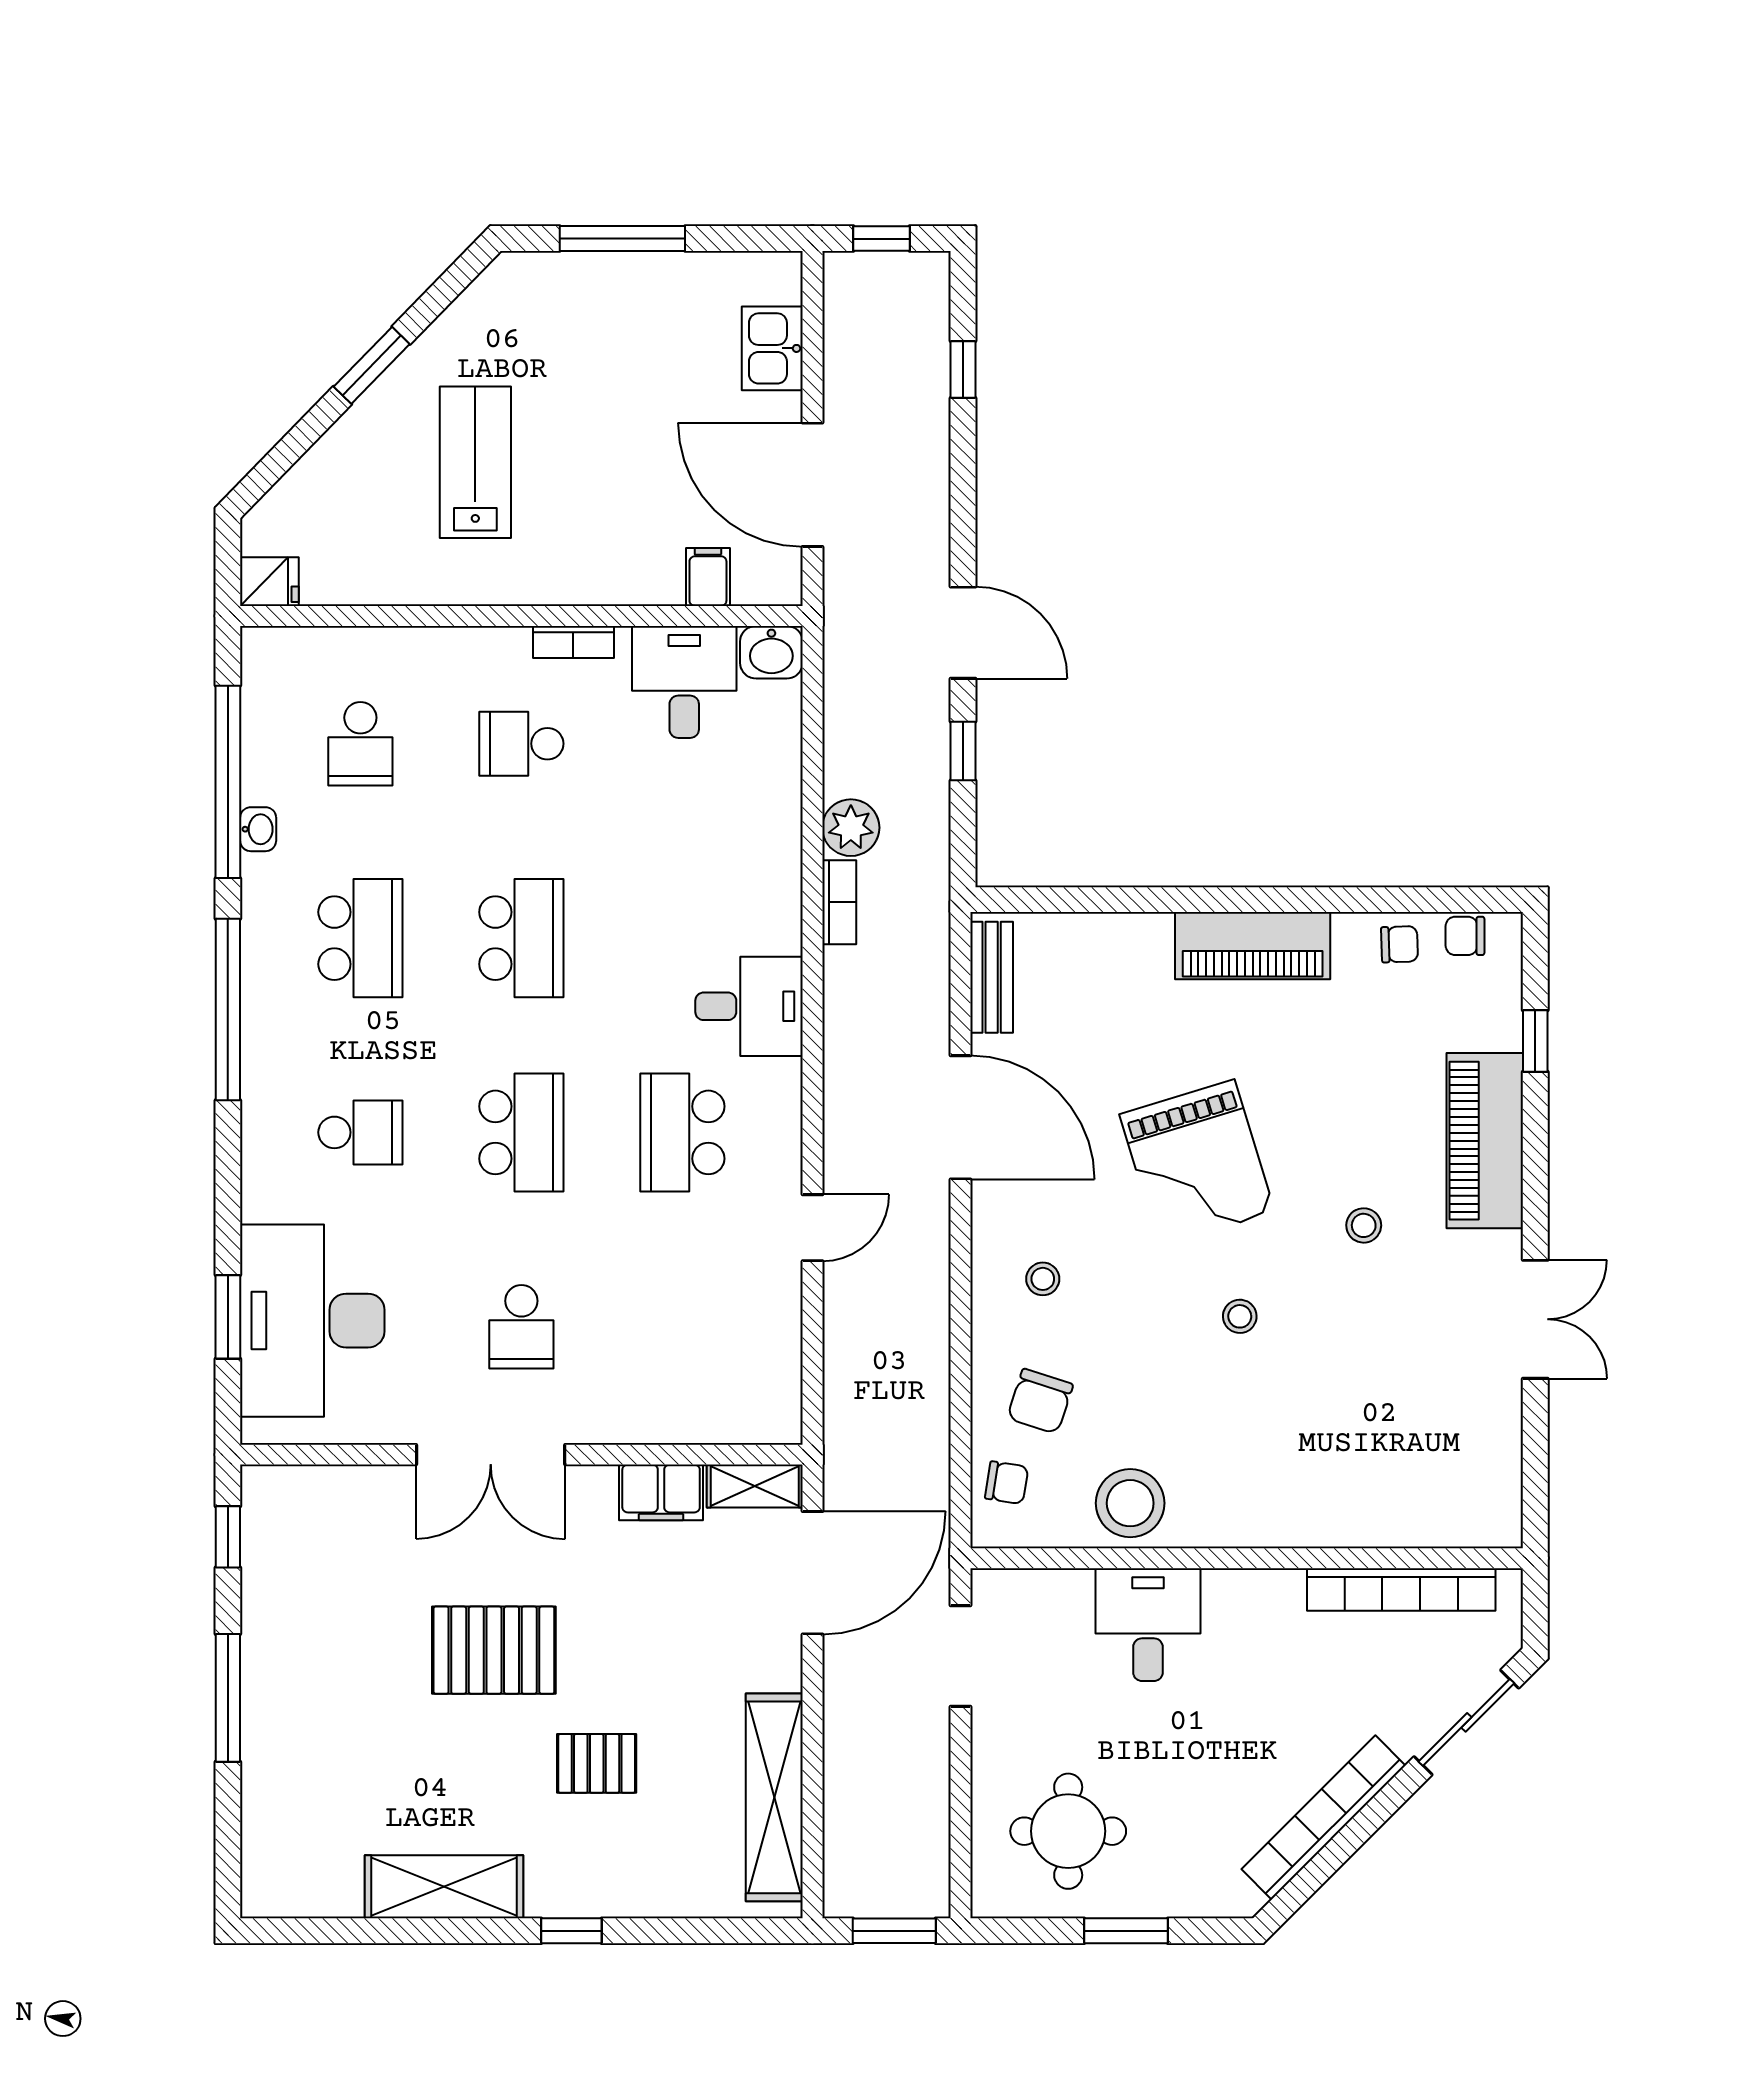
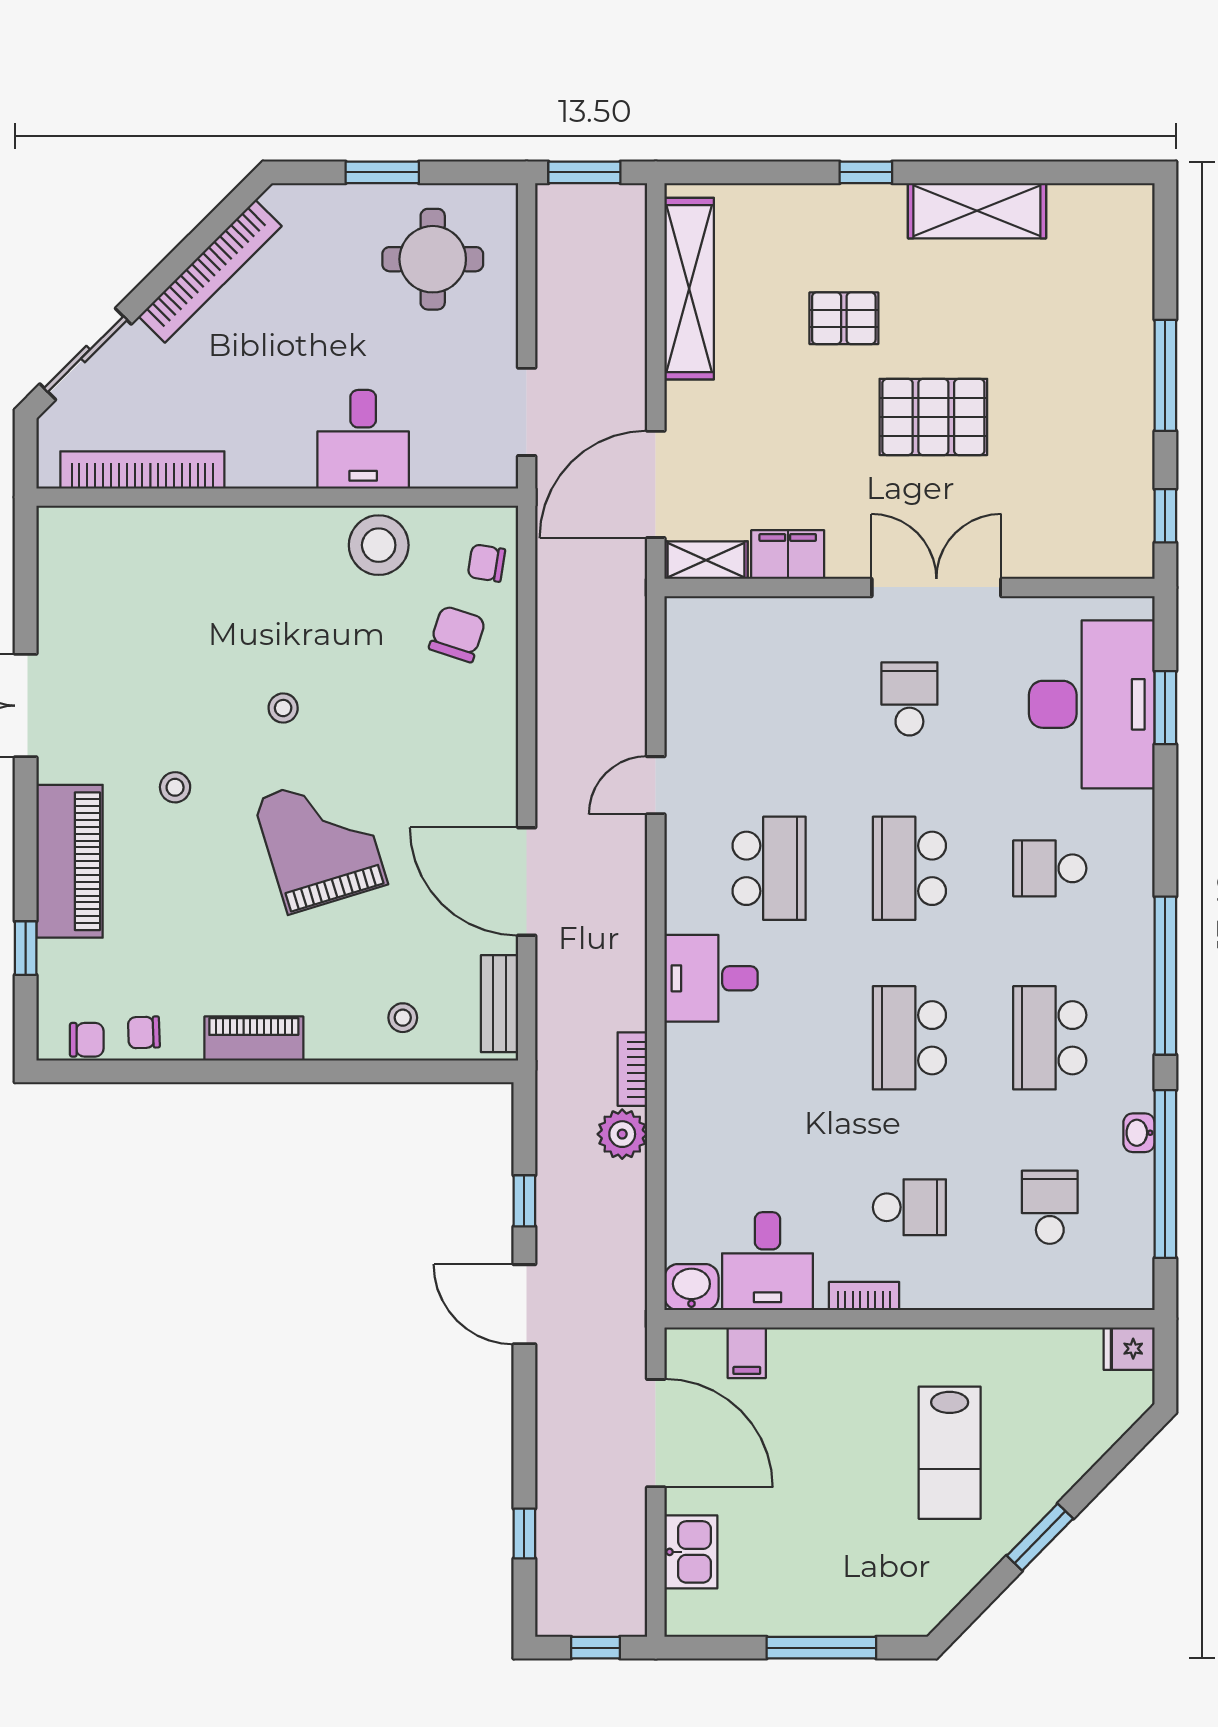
piano: (1253, 946) -> (254, 1038), width x0.73, depth x0.75
stool: (1043, 1279) -> (403, 1018), moved

